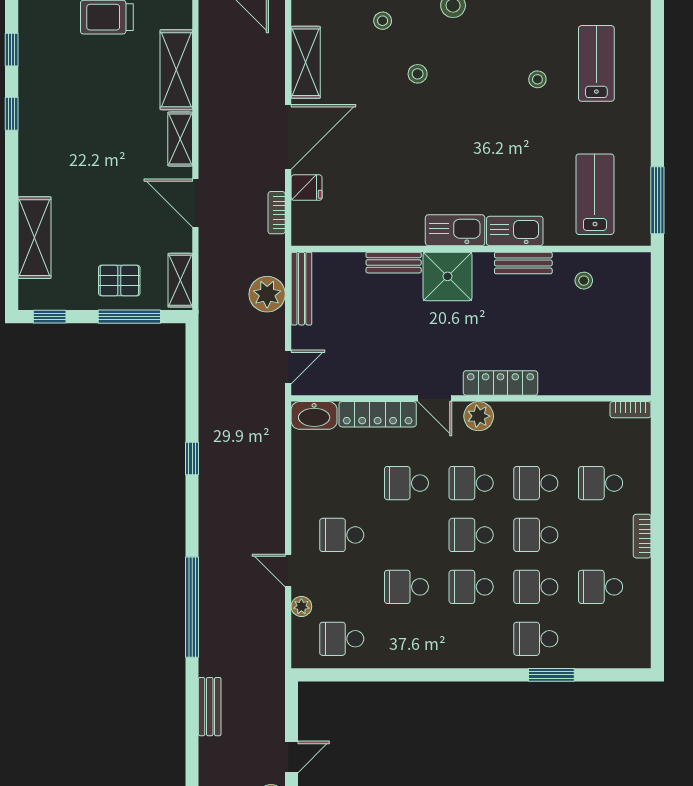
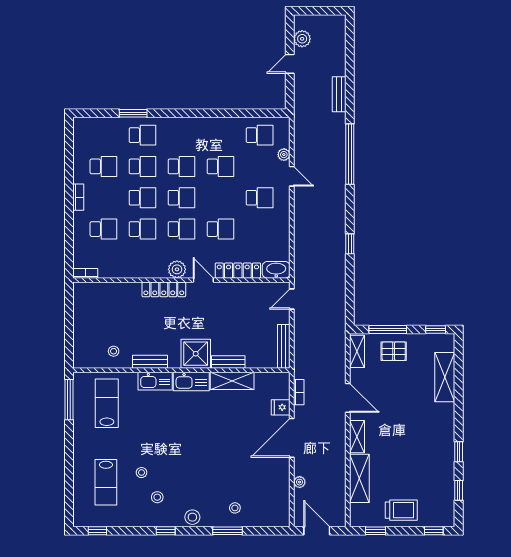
shelving: (306, 62) -> (232, 381), moved, turned 90
stool: (418, 74) -> (157, 497), moved
lab bench: (595, 194) -> (107, 403), turned 180
plant: (267, 294) -> (300, 482), moved, width x0.53, depth x0.53

